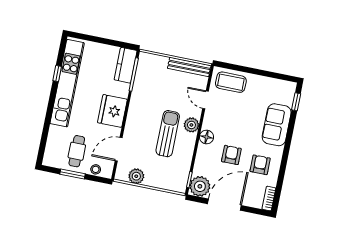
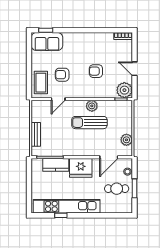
kitchen counter: (126, 65) -> (56, 165), moved
bench: (189, 67) -> (36, 134), moved, width x0.73
plant: (191, 125) -> (92, 106), moved
sofa: (277, 125) -> (47, 41), moved
floor lamp: (206, 137) -> (86, 93), removed
door: (119, 149) -> (109, 157), hinge flipped
armchair: (260, 165) -> (62, 75), moved
door: (224, 205) -> (135, 69), width x0.53

